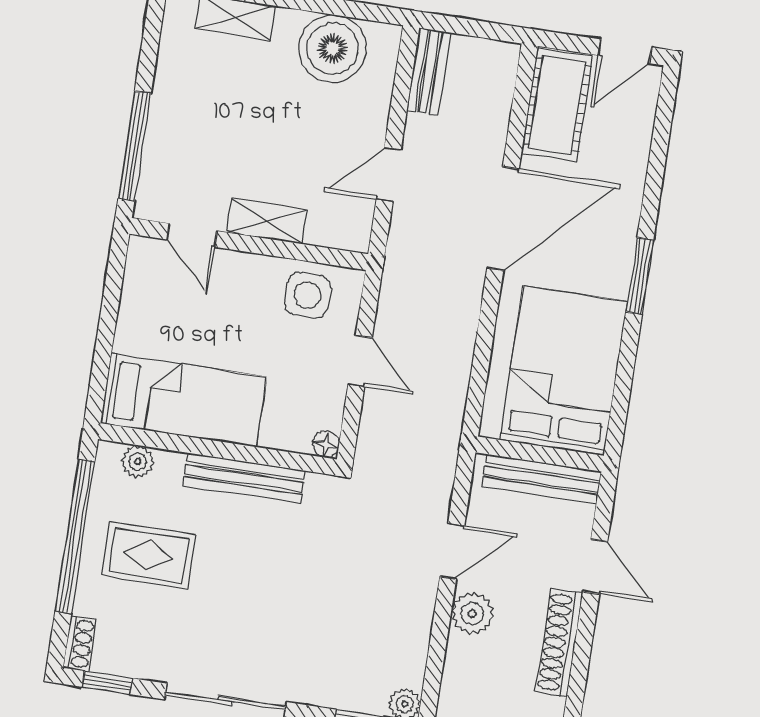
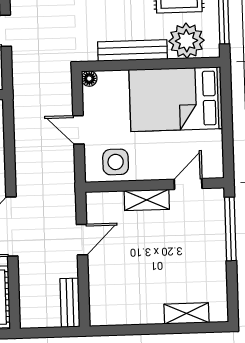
boiler: (333, 49) -> (127, 306), removed
door: (192, 235) -> (188, 184), hinge flipped
bed: (184, 400) -> (176, 99), width x1.50
plant: (138, 462) -> (186, 41), width x1.87, depth x1.87

